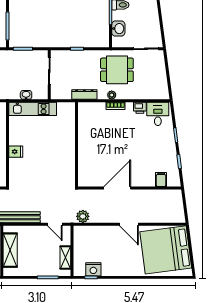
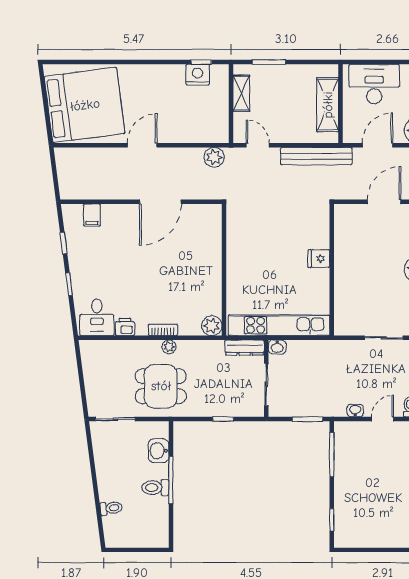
washbasin: (26, 95) -> (277, 347), moved
dresser: (84, 95) -> (245, 348), moved
kitchen unit: (33, 109) -> (279, 325), width x1.36
plant: (84, 109) -> (212, 326), added
door: (129, 224) -> (142, 145), hinge flipped

